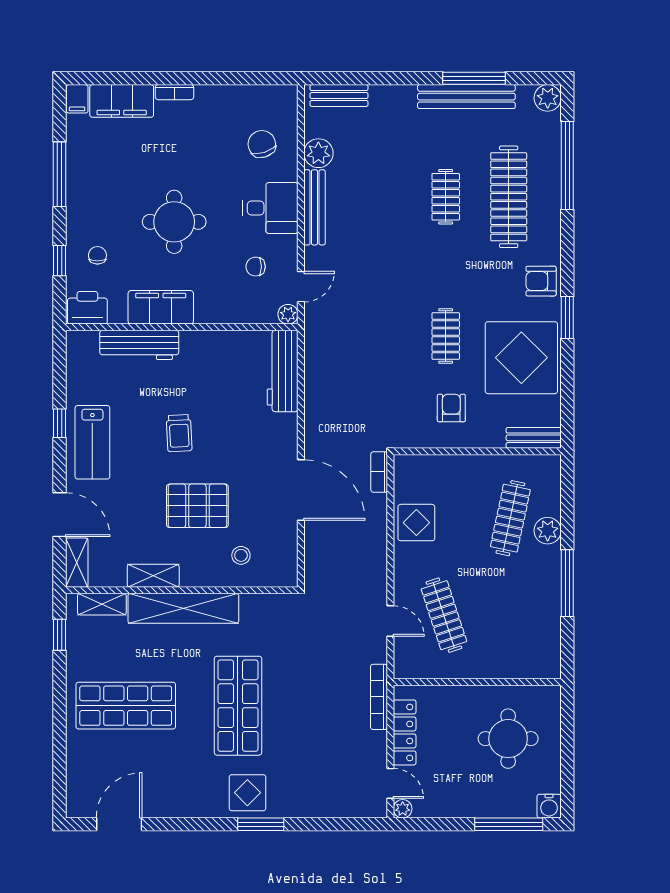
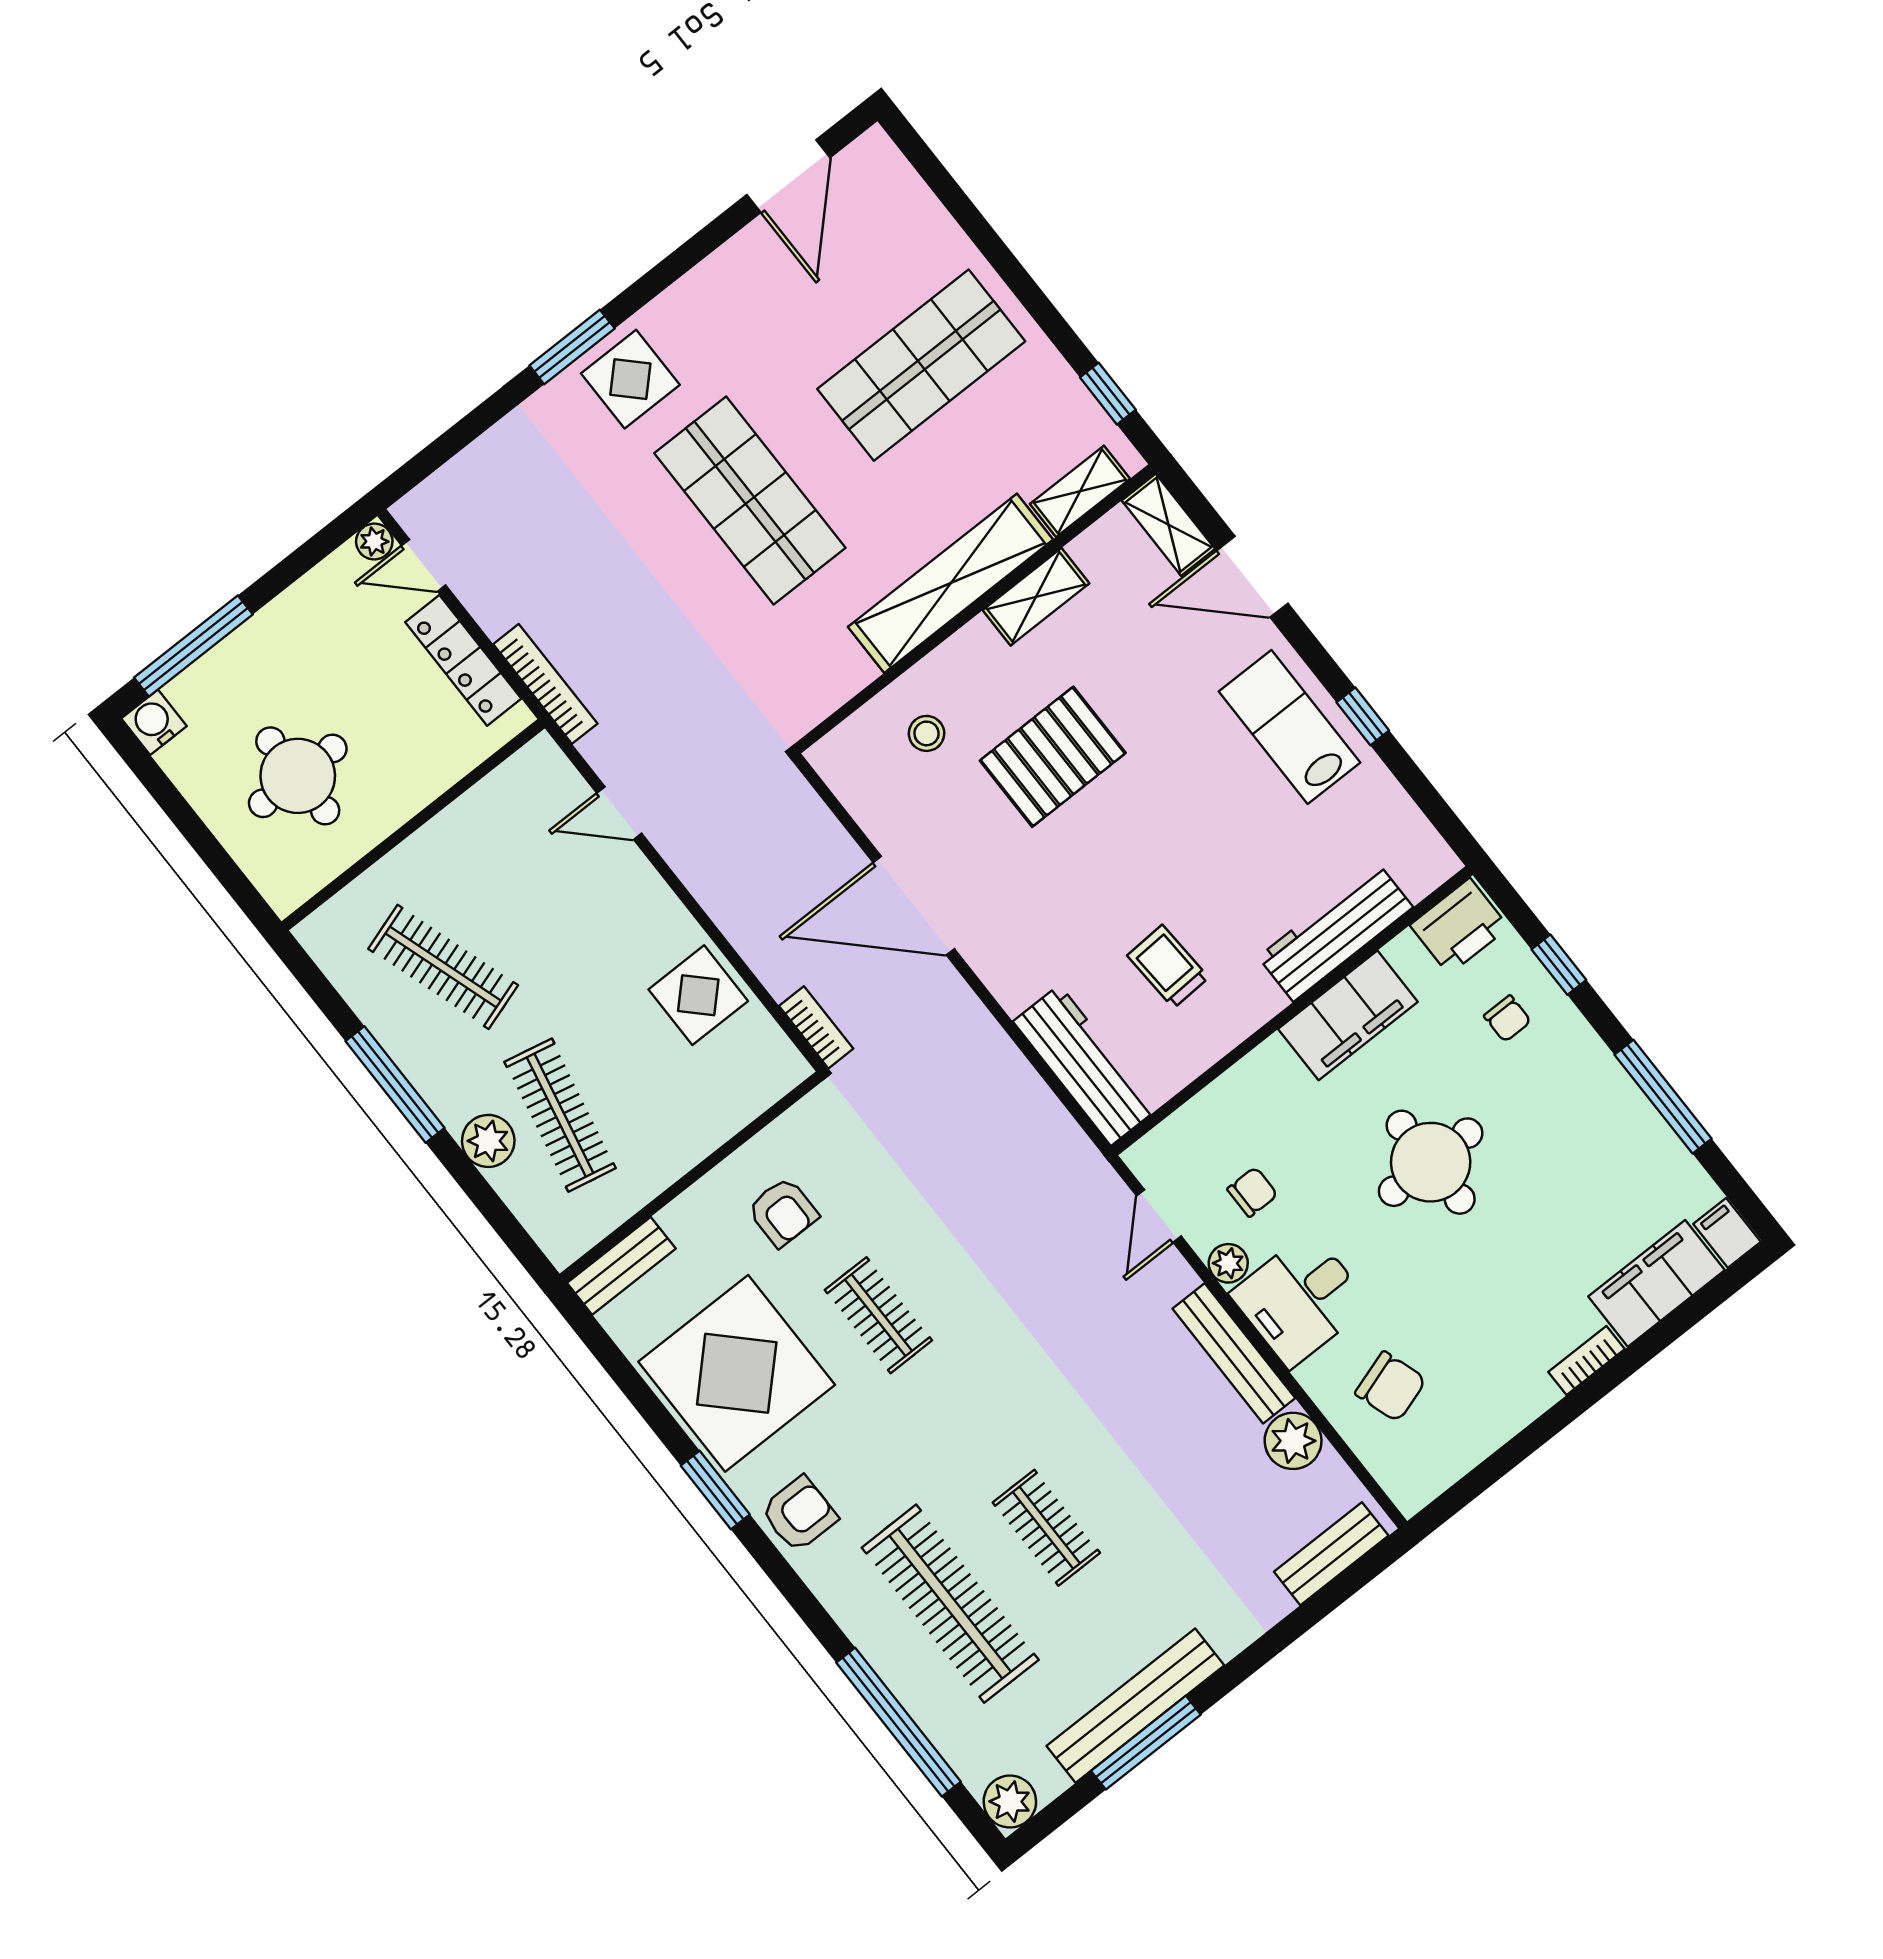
plant: (288, 314) -> (1228, 1263), moved
trolley: (179, 433) -> (1168, 967), moved
clothes rail: (444, 615) -> (443, 967), moved

